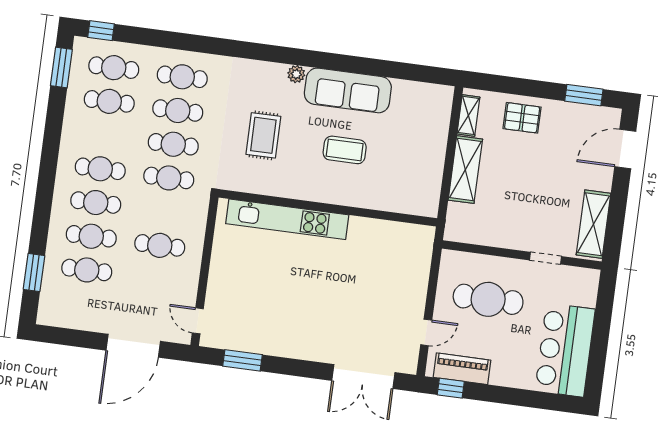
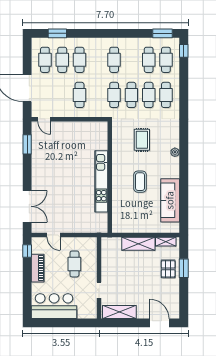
sofa: (348, 90) -> (170, 200), moved
window: (584, 95) -> (184, 268), moved
rug: (263, 135) -> (142, 140), turned 90
cafe table: (96, 203) -> (45, 60), moved
kitchen unit: (287, 219) -> (101, 181), moved
cafe table: (488, 299) -> (74, 264), width x0.73, depth x0.74
door: (198, 321) -> (44, 119), swing flipped
piano: (462, 369) -> (38, 268), moved
double door: (363, 376) -> (27, 206), swing flipped

